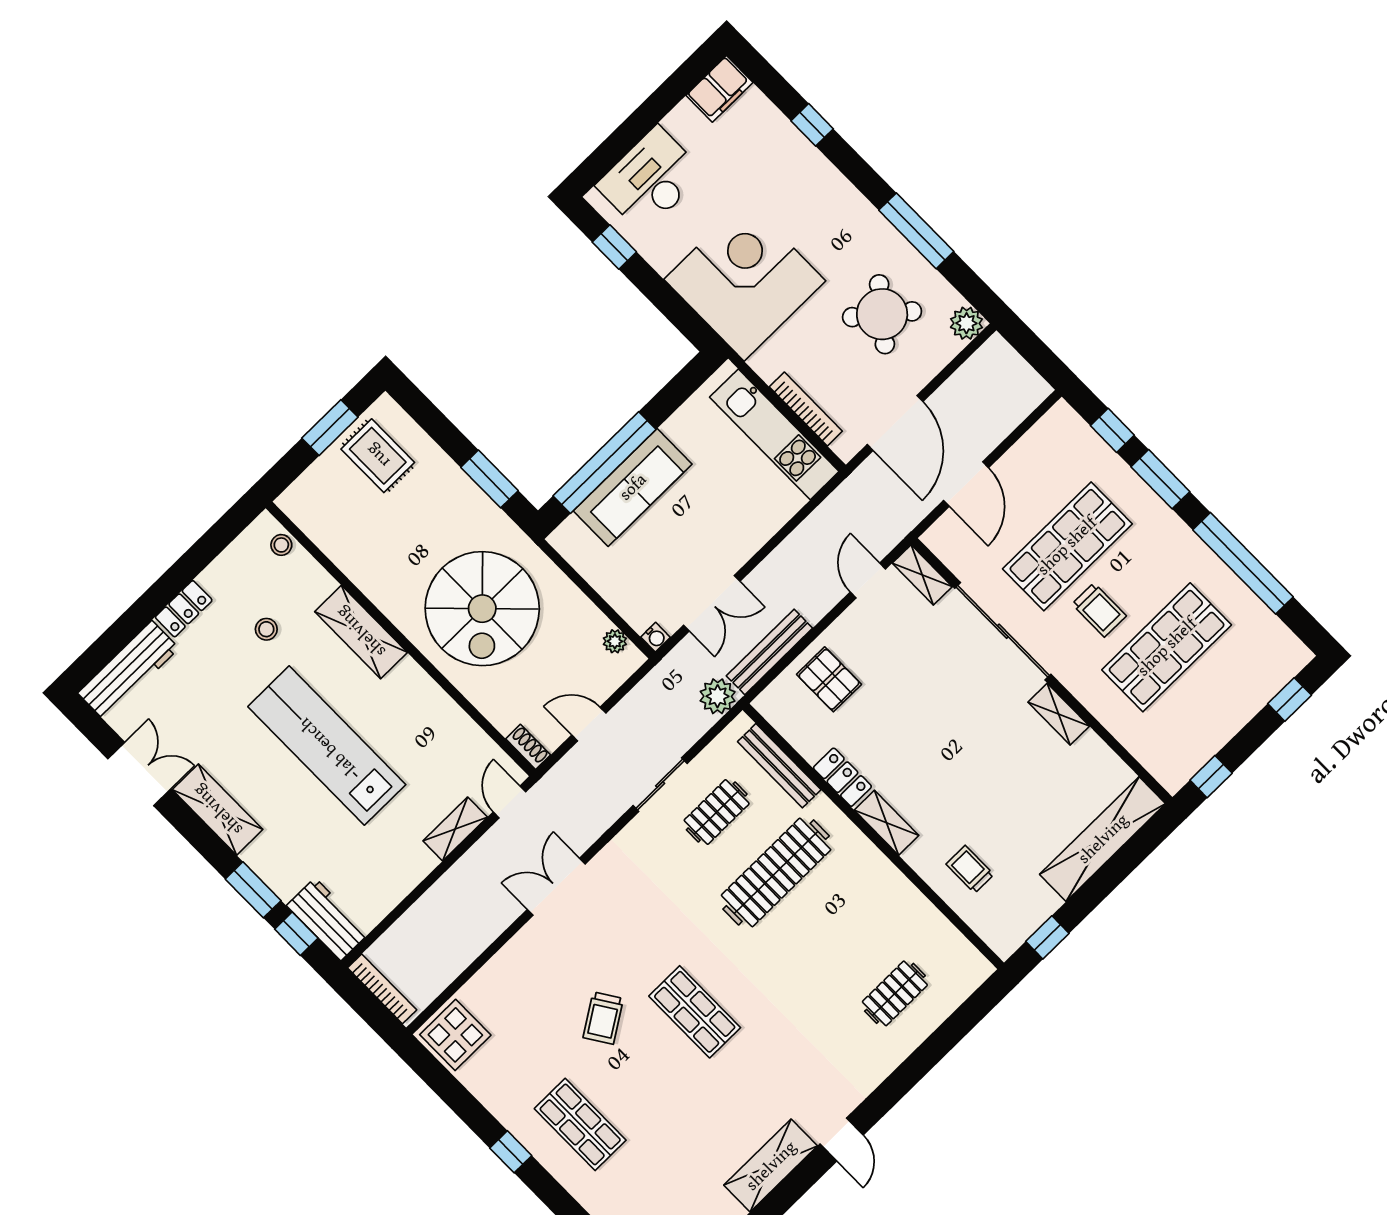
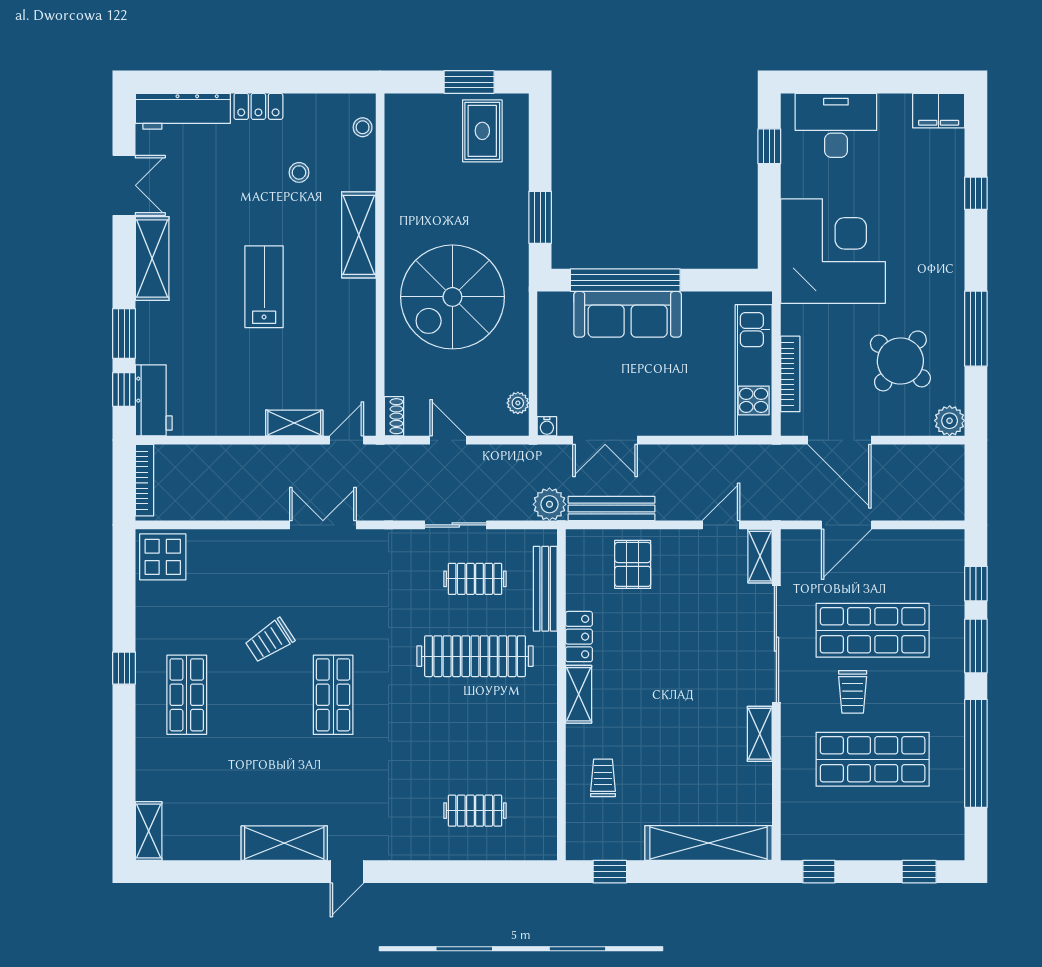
door: (895, 423) -> (839, 440), hinge flipped
lab bench: (327, 746) -> (264, 287), width x0.54, depth x0.72

